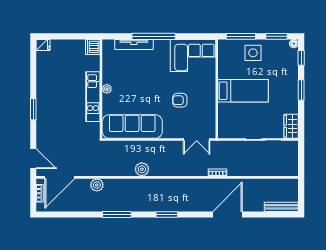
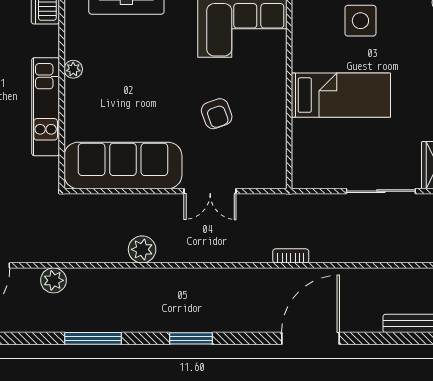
plant: (107, 89) -> (73, 69), moved
armchair: (180, 100) -> (217, 114), turned -110
double door: (197, 140) -> (210, 191), moved

